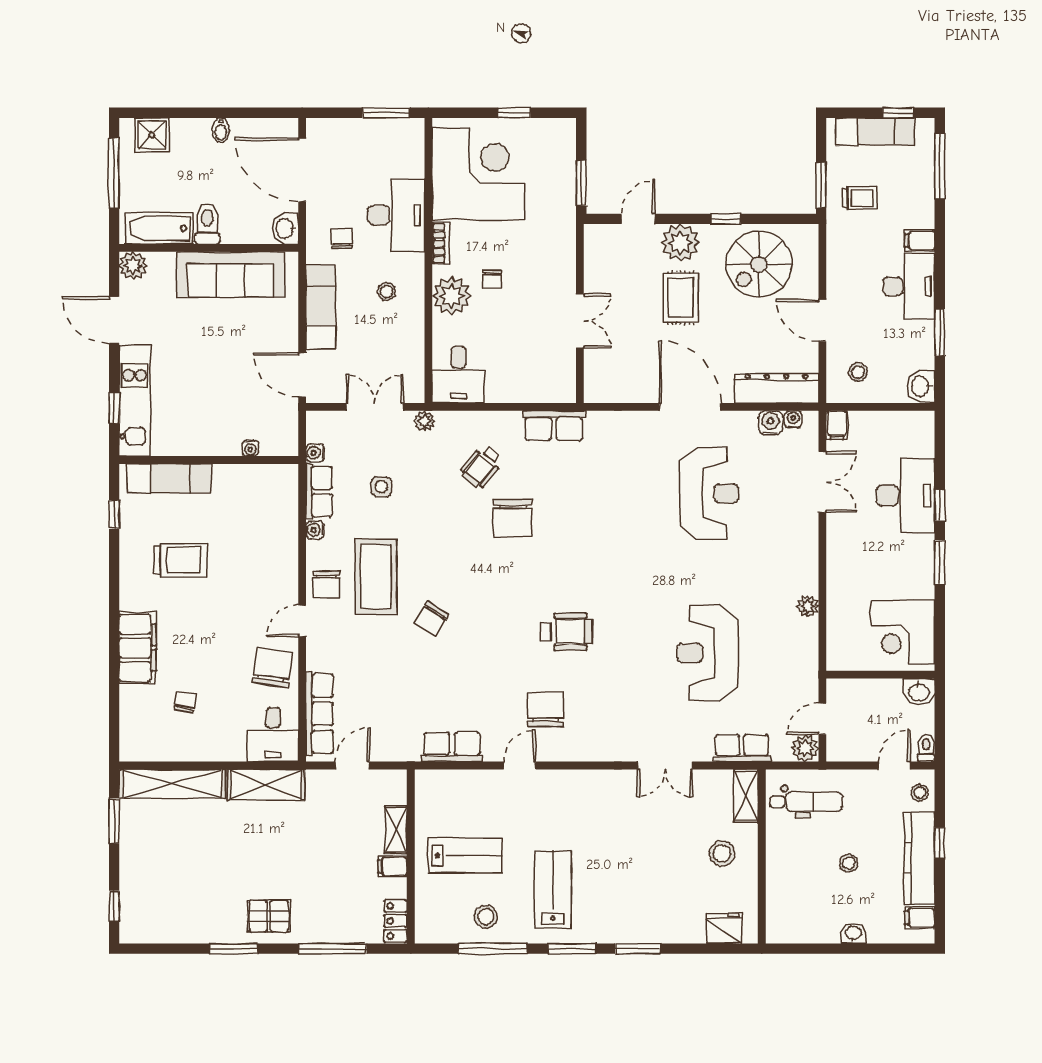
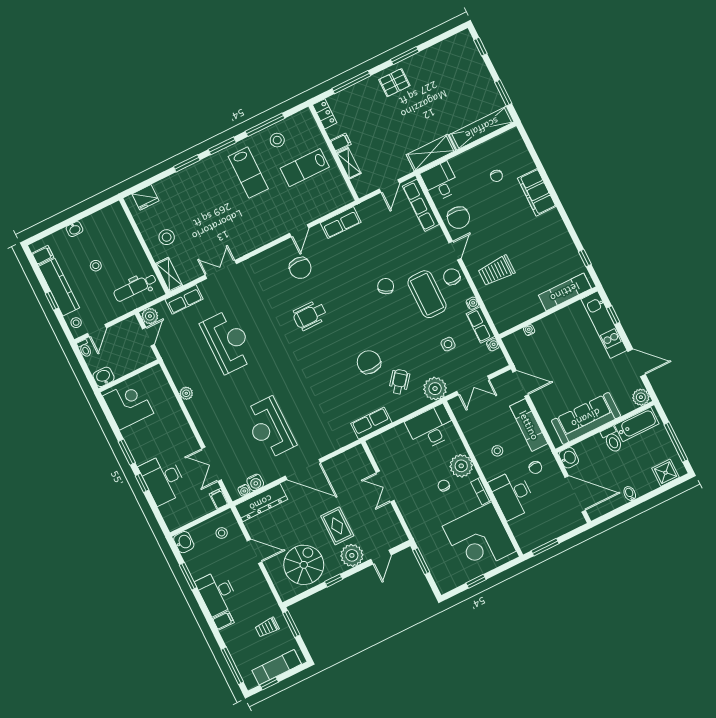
desk: (458, 375) -> (431, 428), width x1.37
plant: (425, 421) -> (435, 389), width x1.87, depth x1.87
trolley: (180, 560) -> (496, 271), moved

